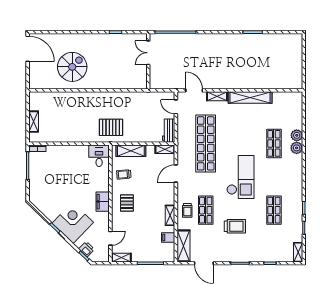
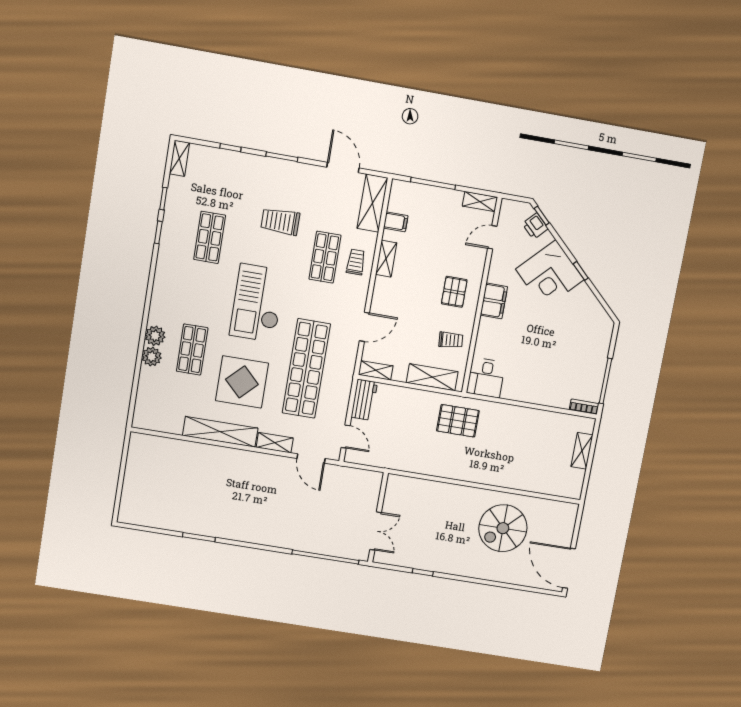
display table: (242, 129) -> (242, 382), added

